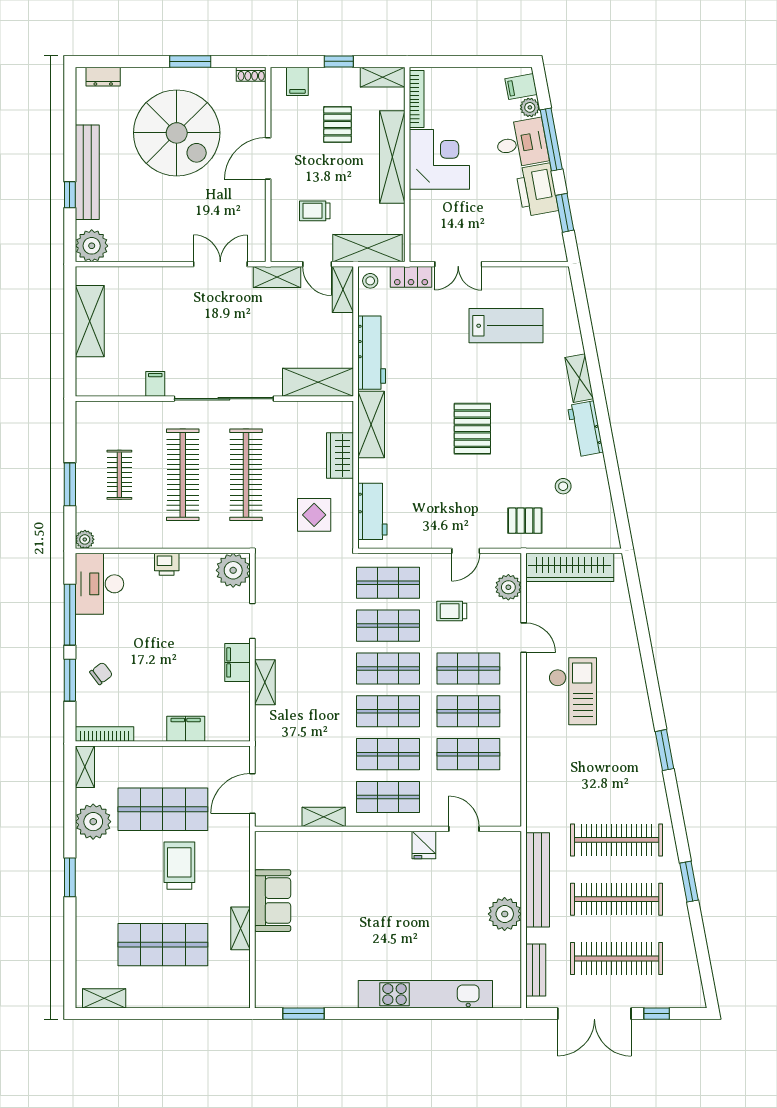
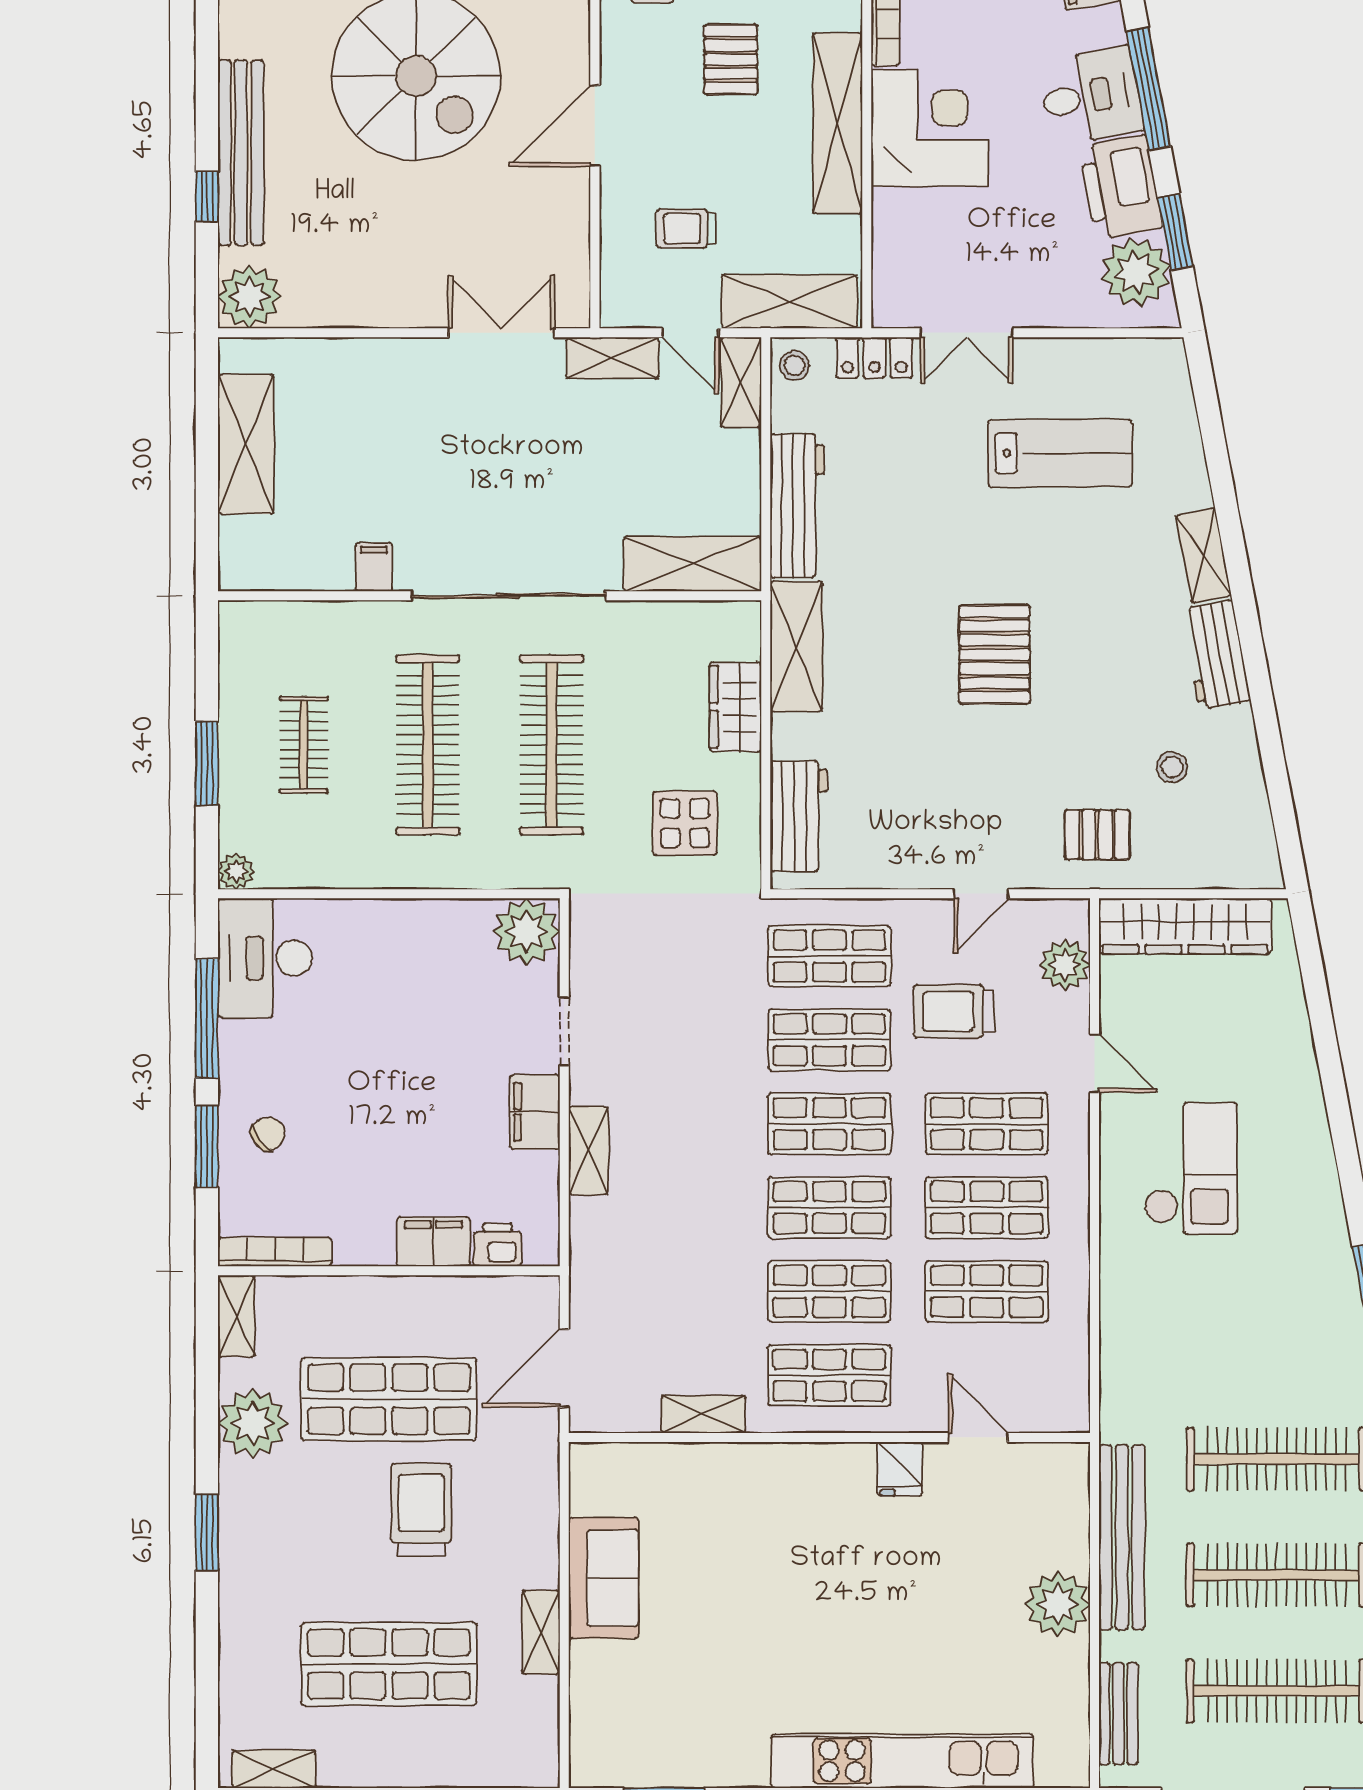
plant: (530, 107) -> (1136, 272), moved, width x1.88, depth x1.88
printer: (167, 564) -> (498, 1245), moved, turned 180
trolley: (452, 611) -> (954, 1011), width x1.36, depth x1.39

